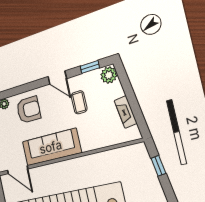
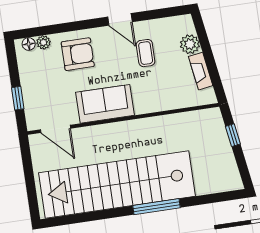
window: (90, 67) -> (162, 13), removed
plant: (109, 75) -> (190, 44), moved
sofa: (51, 147) -> (105, 104), width x0.73

